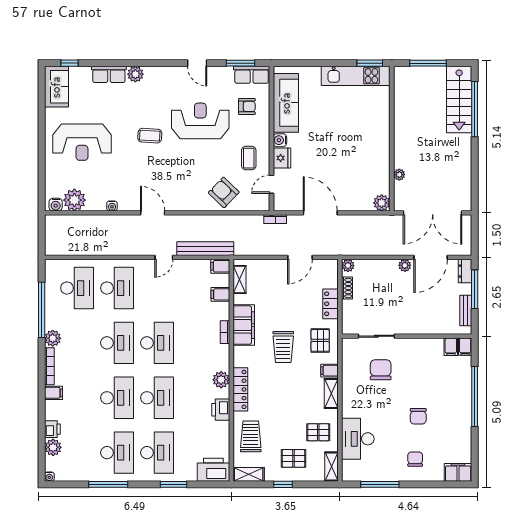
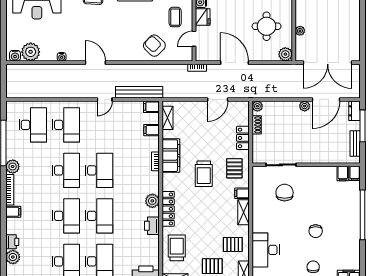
round table: (359, 169) -> (267, 26), added

